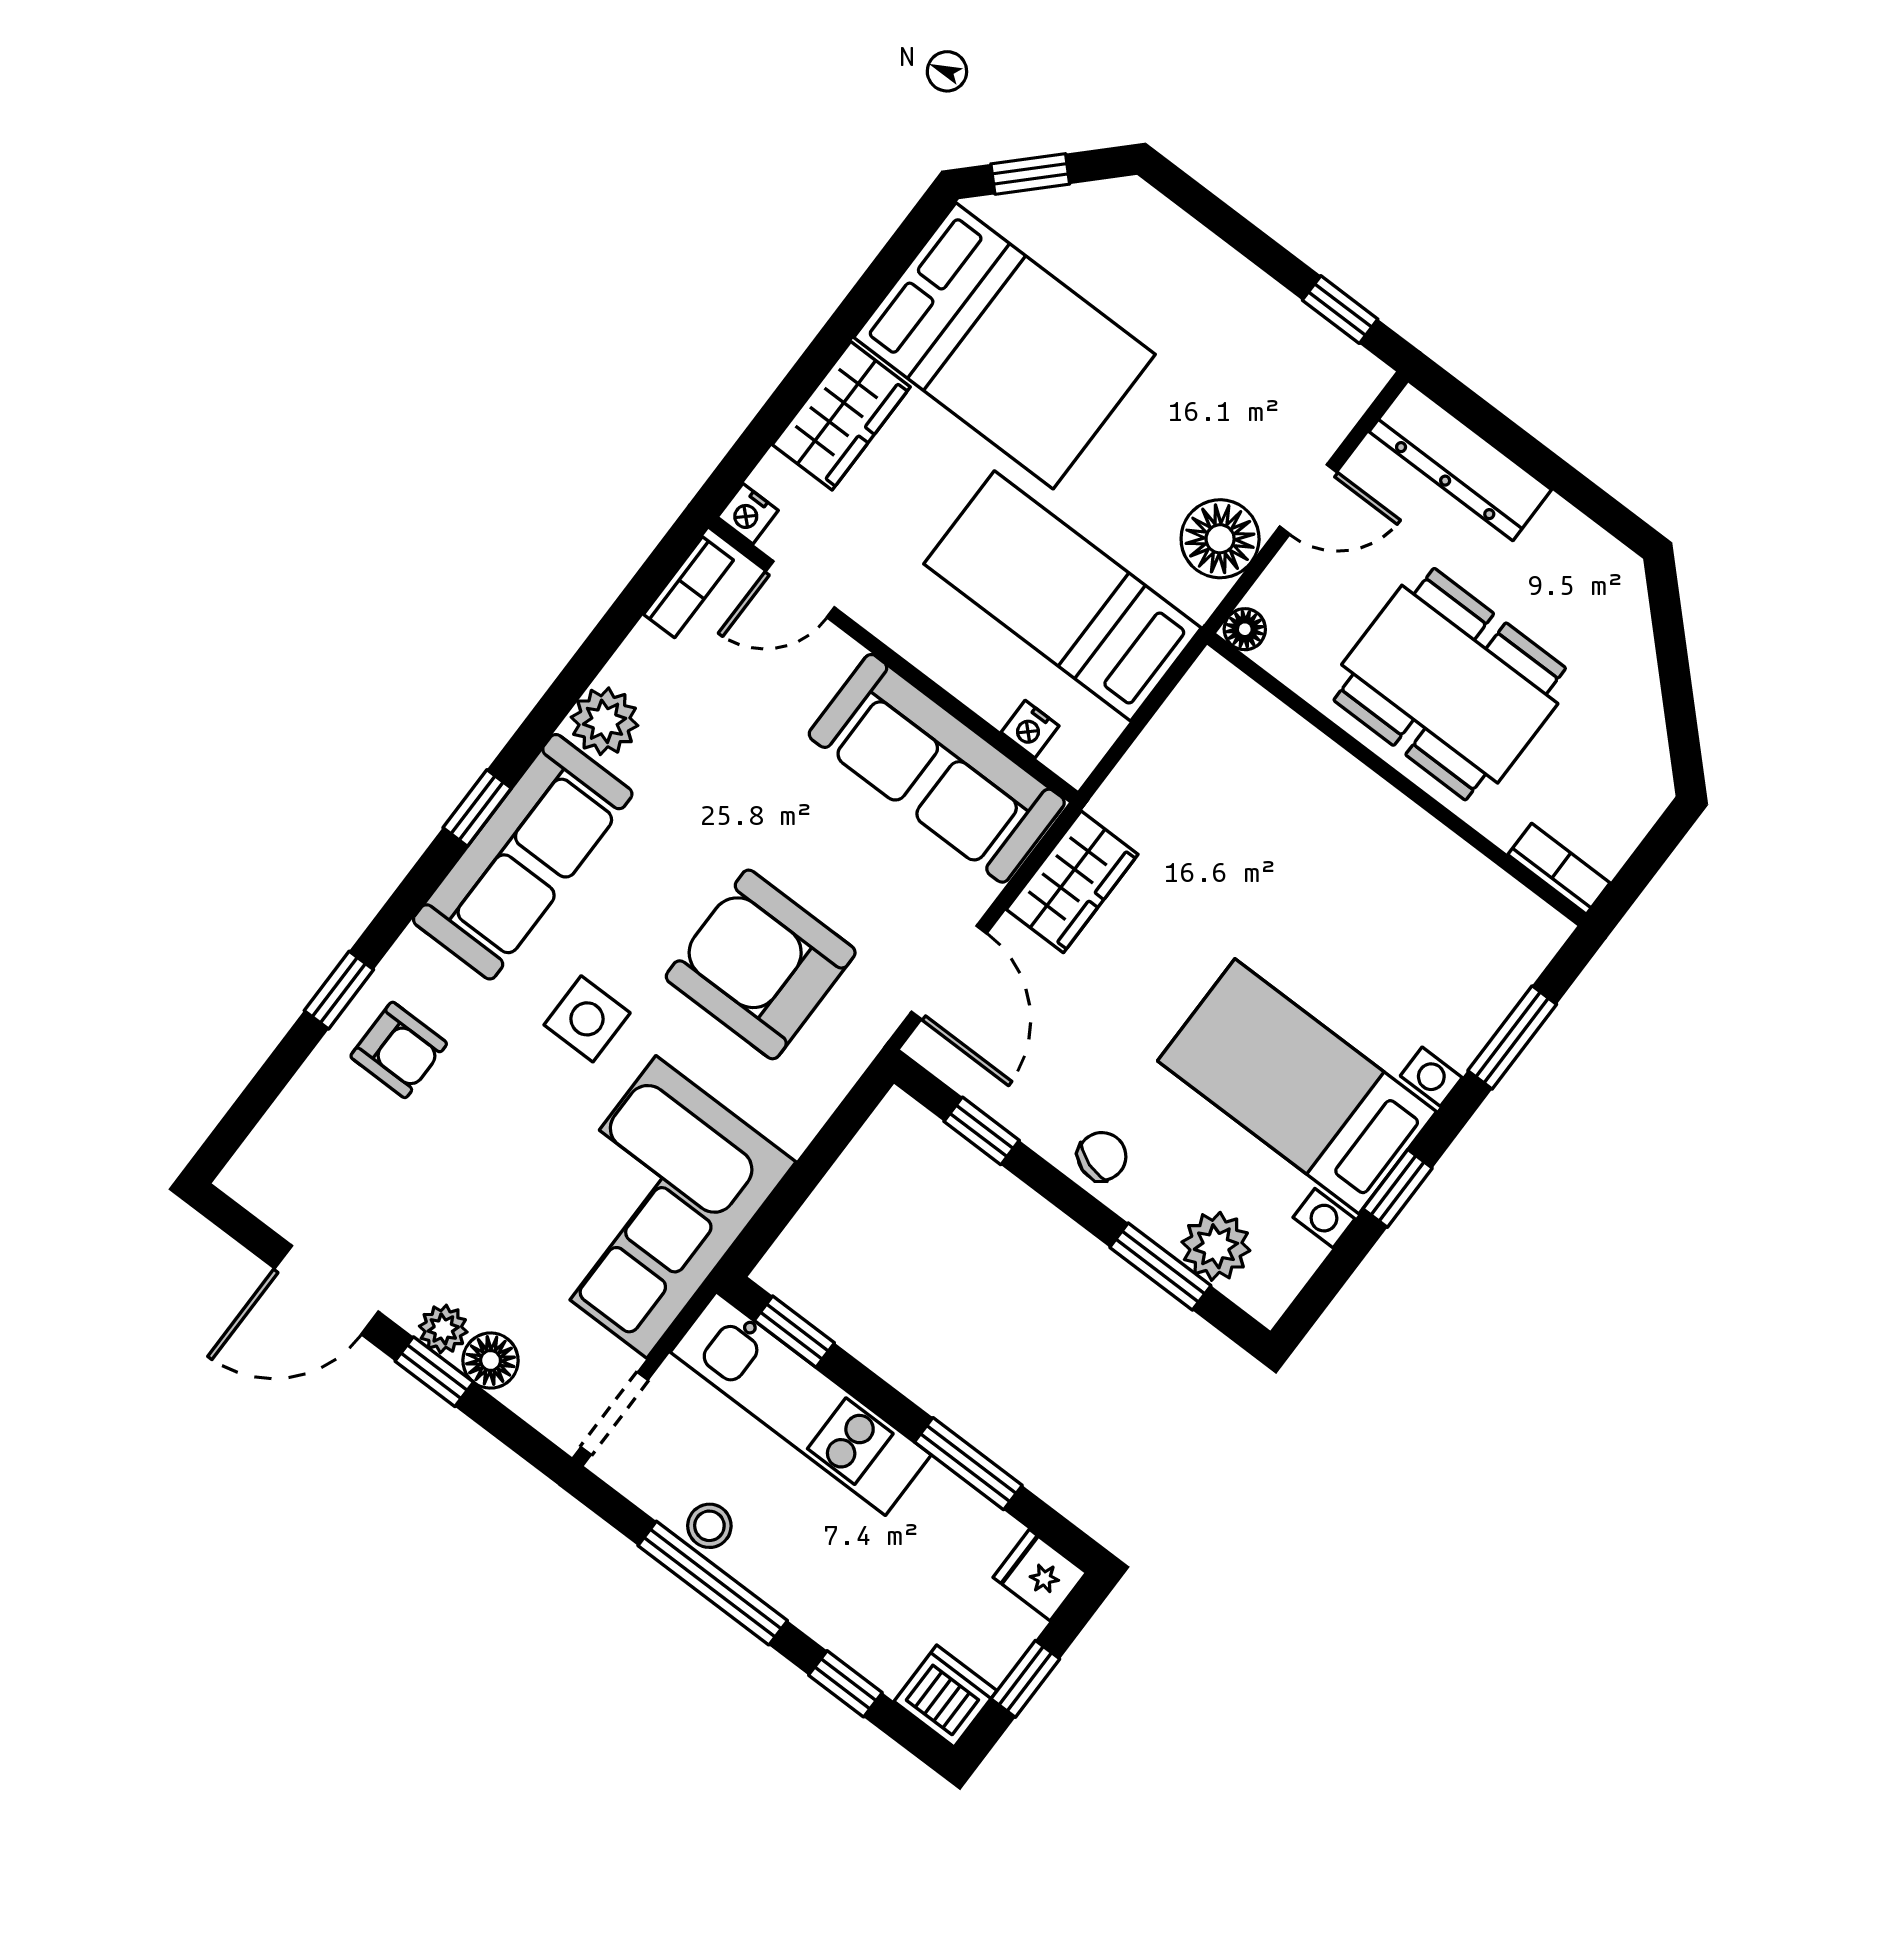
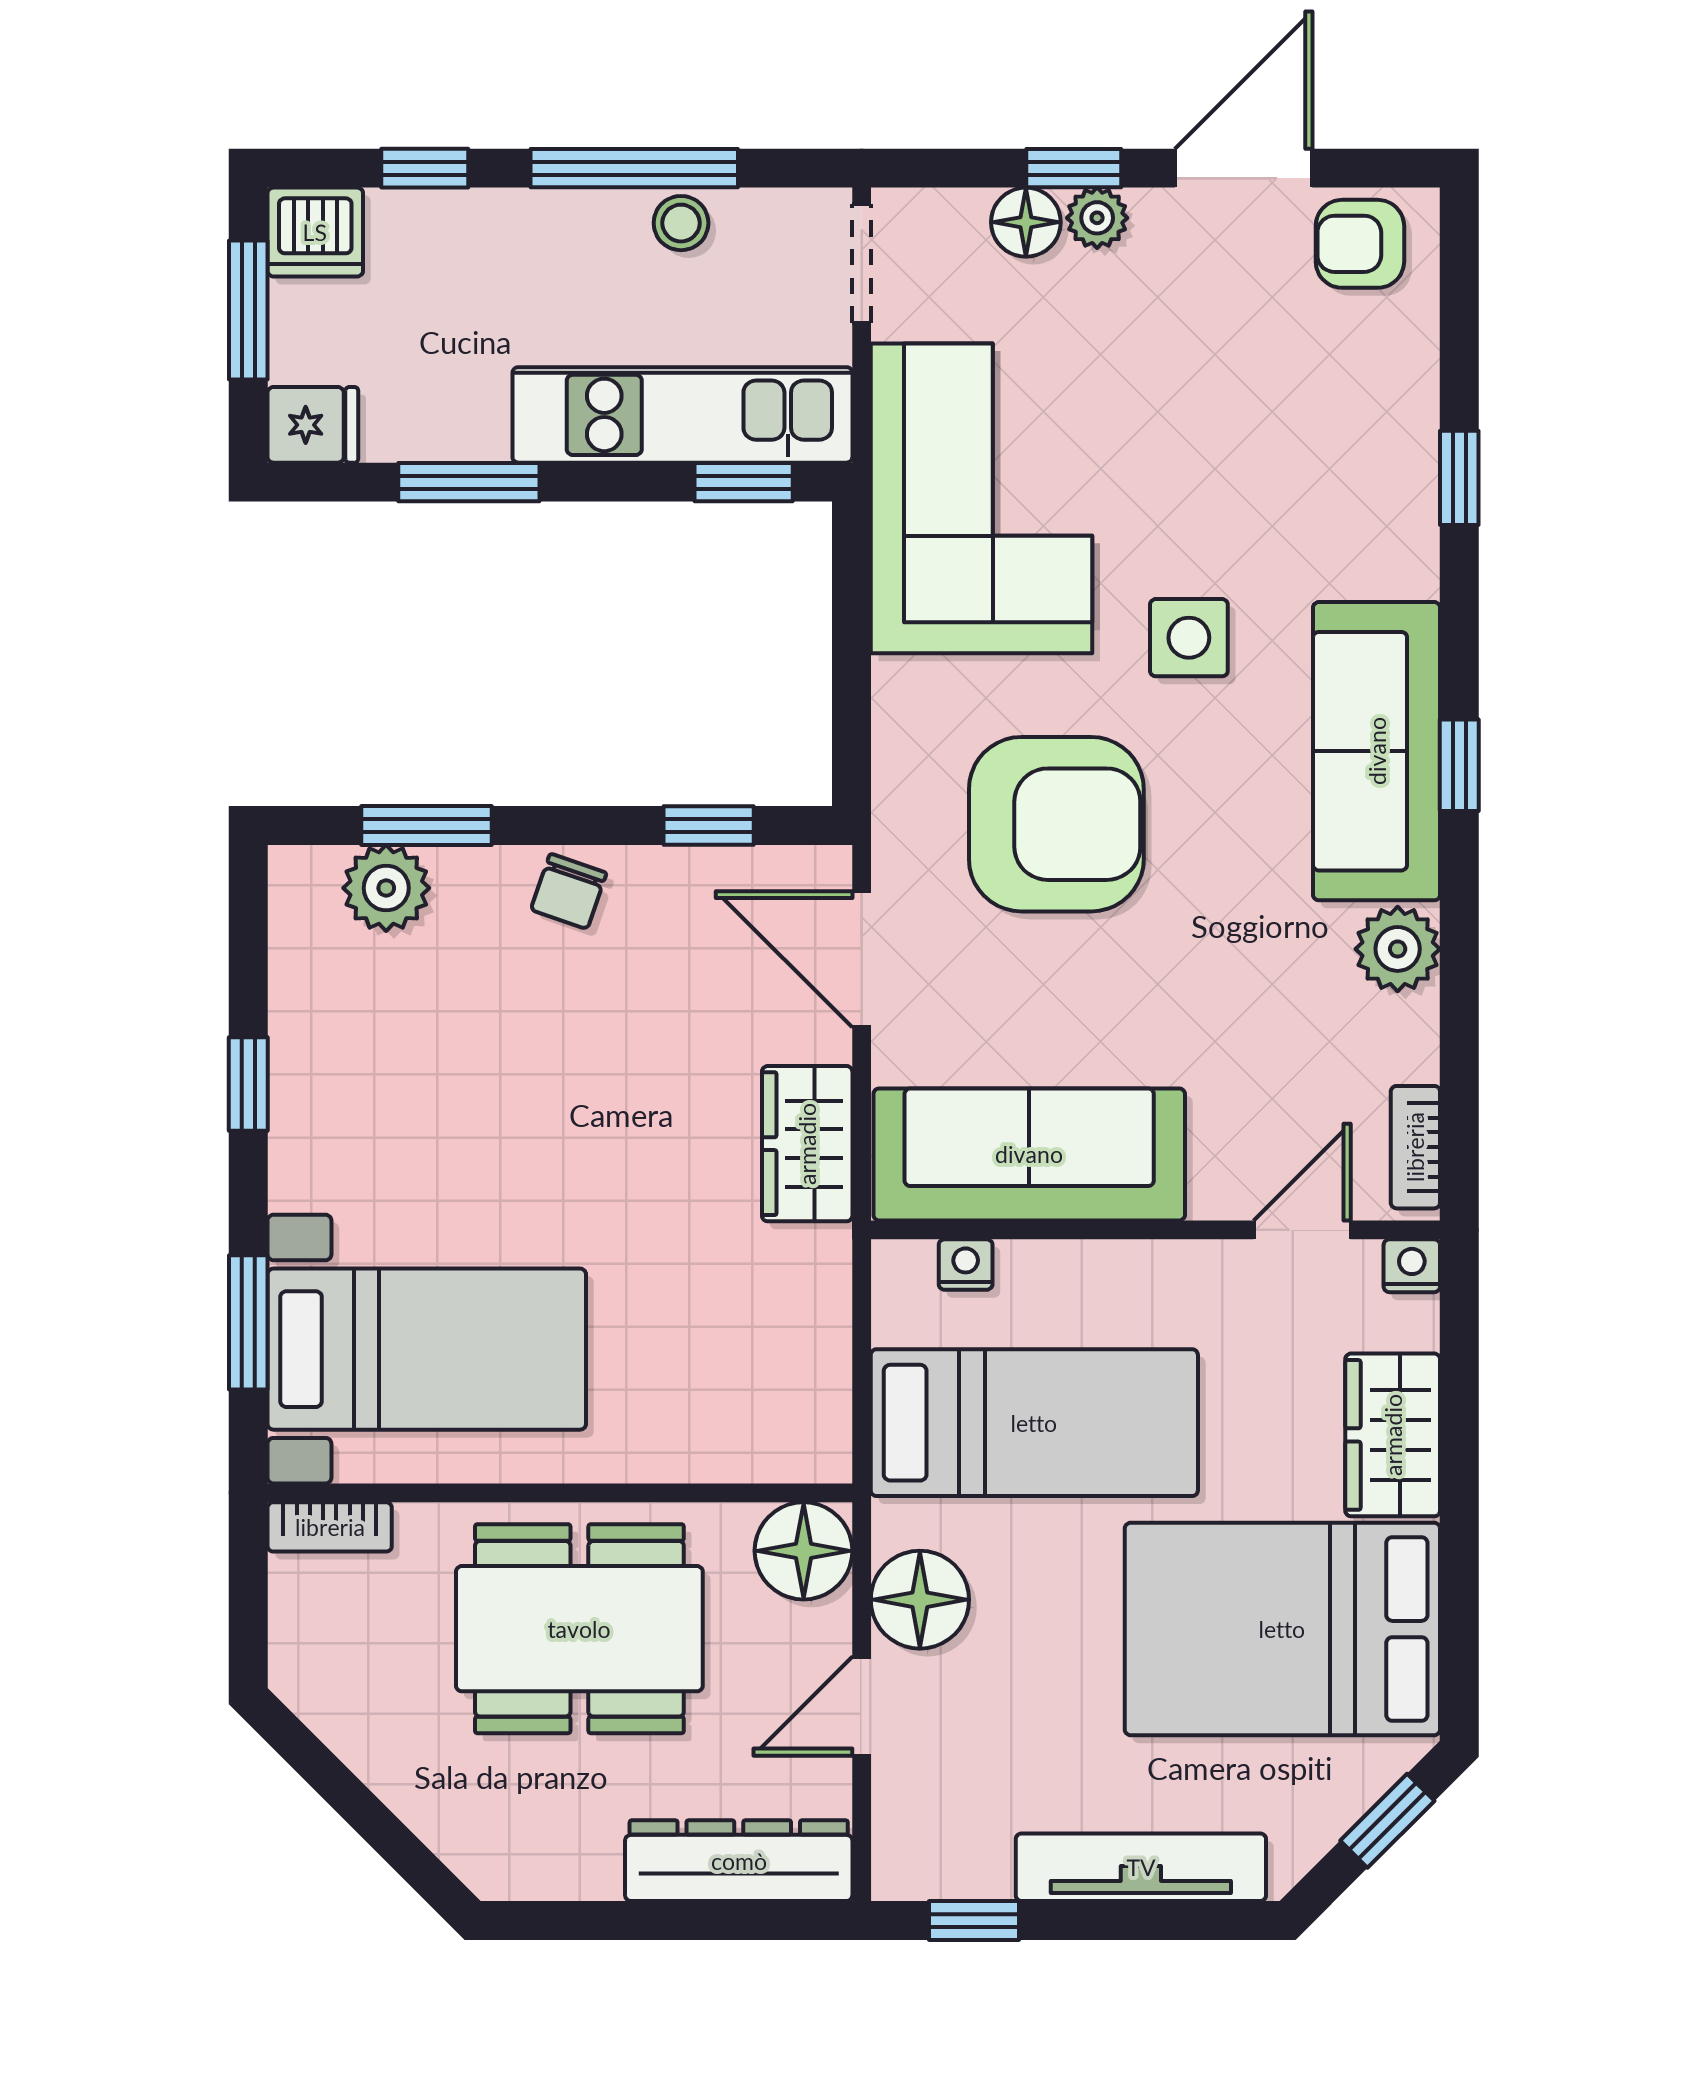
tv unit: (1209, 263) -> (1141, 1867), added
floor lamp: (1245, 629) -> (804, 1551), width x1.89, depth x1.89
armchair: (399, 1050) -> (1360, 244), moved
bed with nightstands: (1297, 1086) -> (427, 1349), moved
window: (1025, 1679) -> (248, 310), width x1.50

